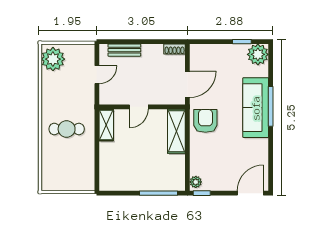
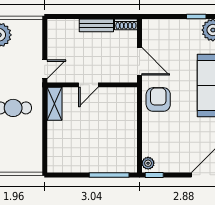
bench: (124, 50) -> (96, 25), moved
door: (97, 75) -> (45, 69), moved
door: (187, 84) -> (139, 61), hinge flipped
shelving: (176, 131) -> (128, 110), removed

